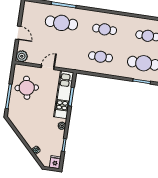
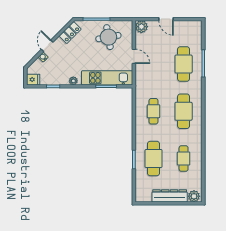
cafe table: (105, 29) -> (184, 111), width x1.37, depth x1.35
door: (18, 33) -> (166, 19), hinge flipped
locker: (17, 122) -> (70, 33), added
door: (26, 145) -> (47, 46), added

